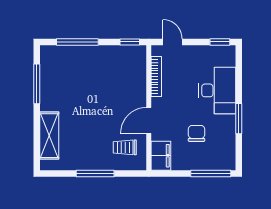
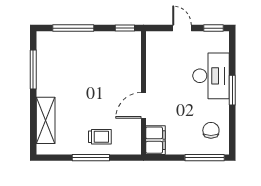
door: (173, 42) -> (182, 28), moved
bookcase: (156, 77) -> (151, 62), removed
window: (239, 119) -> (232, 90), moved
chair: (197, 133) -> (211, 130), moved
trolley: (125, 147) -> (100, 137), moved, turned 180

